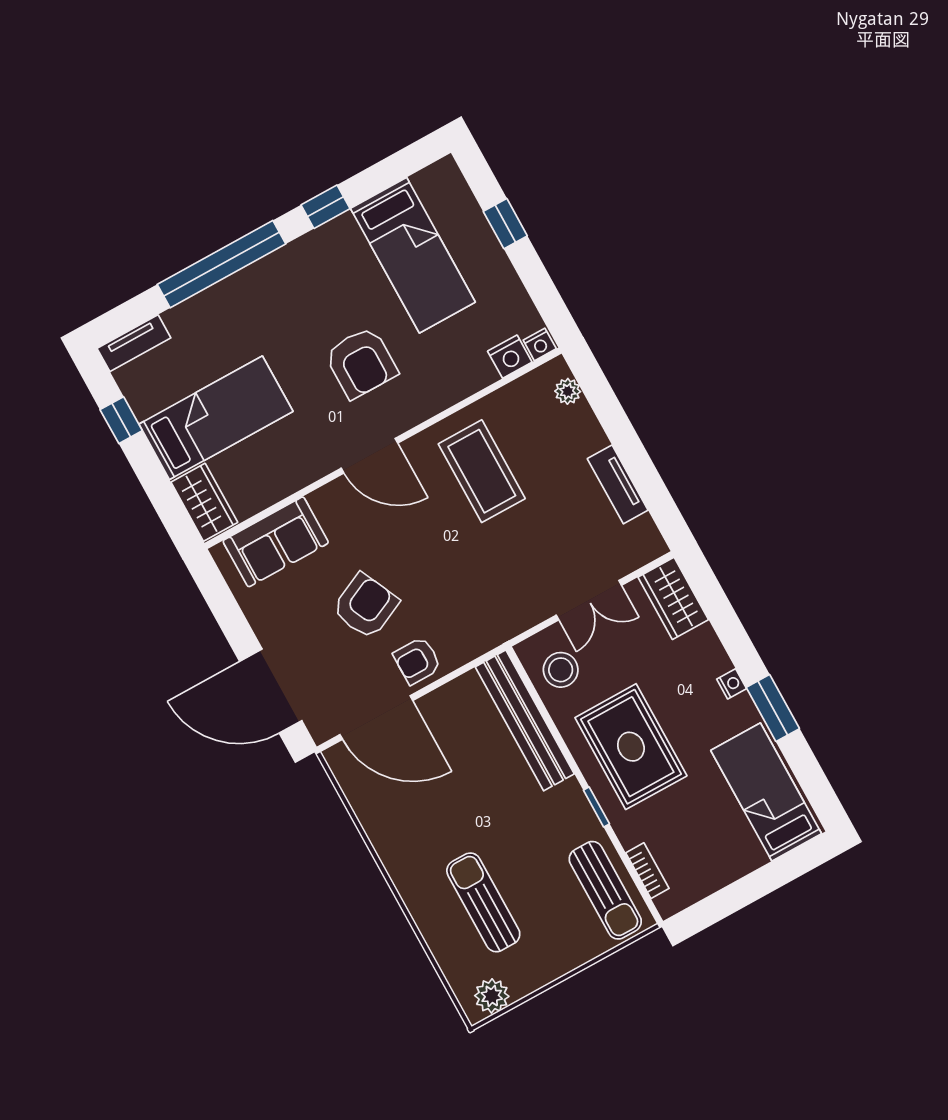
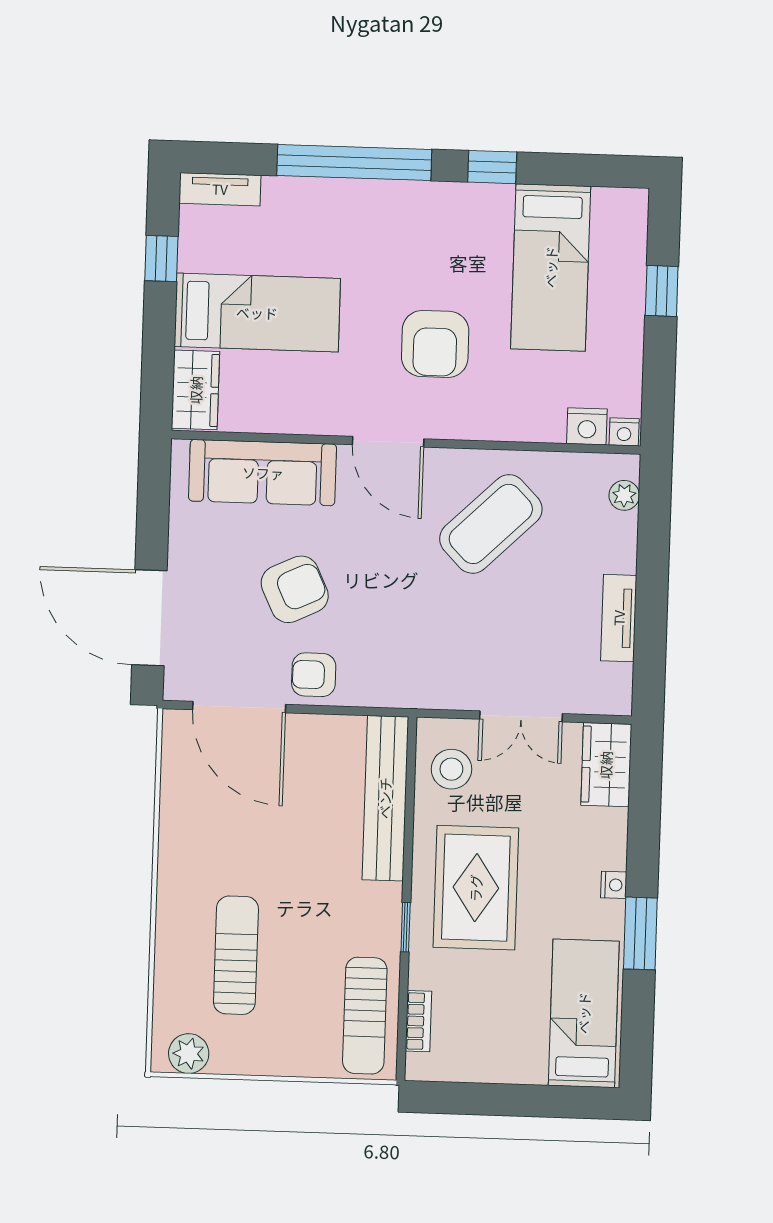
coffee table: (482, 471) -> (491, 524), turned 46
sofa: (276, 542) -> (263, 473), width x1.36

